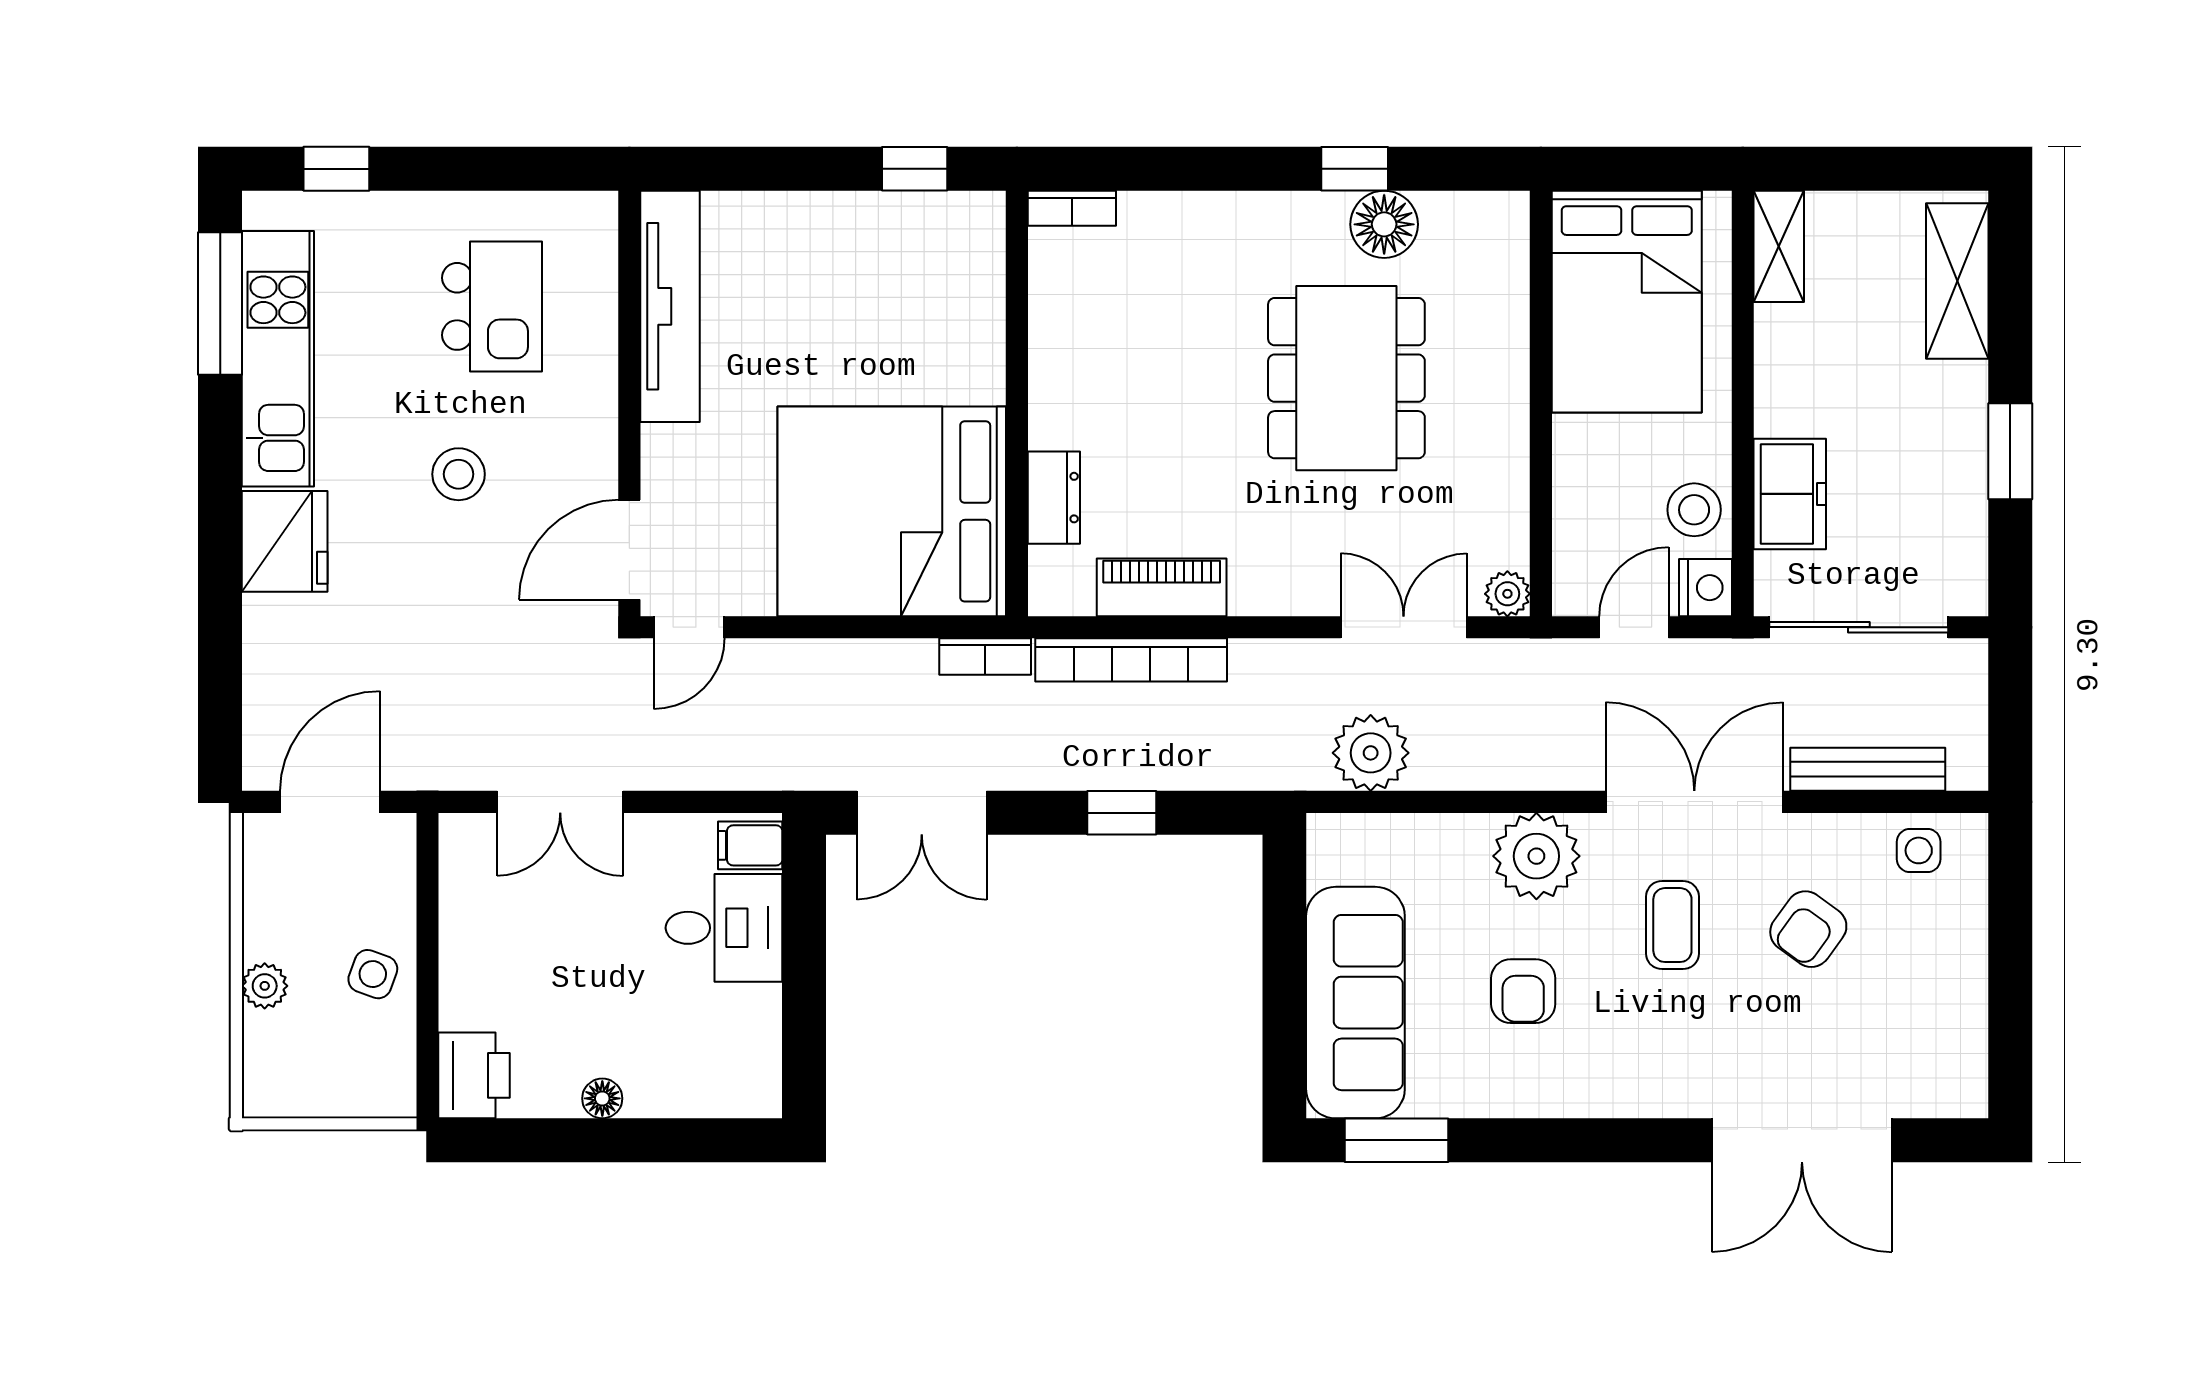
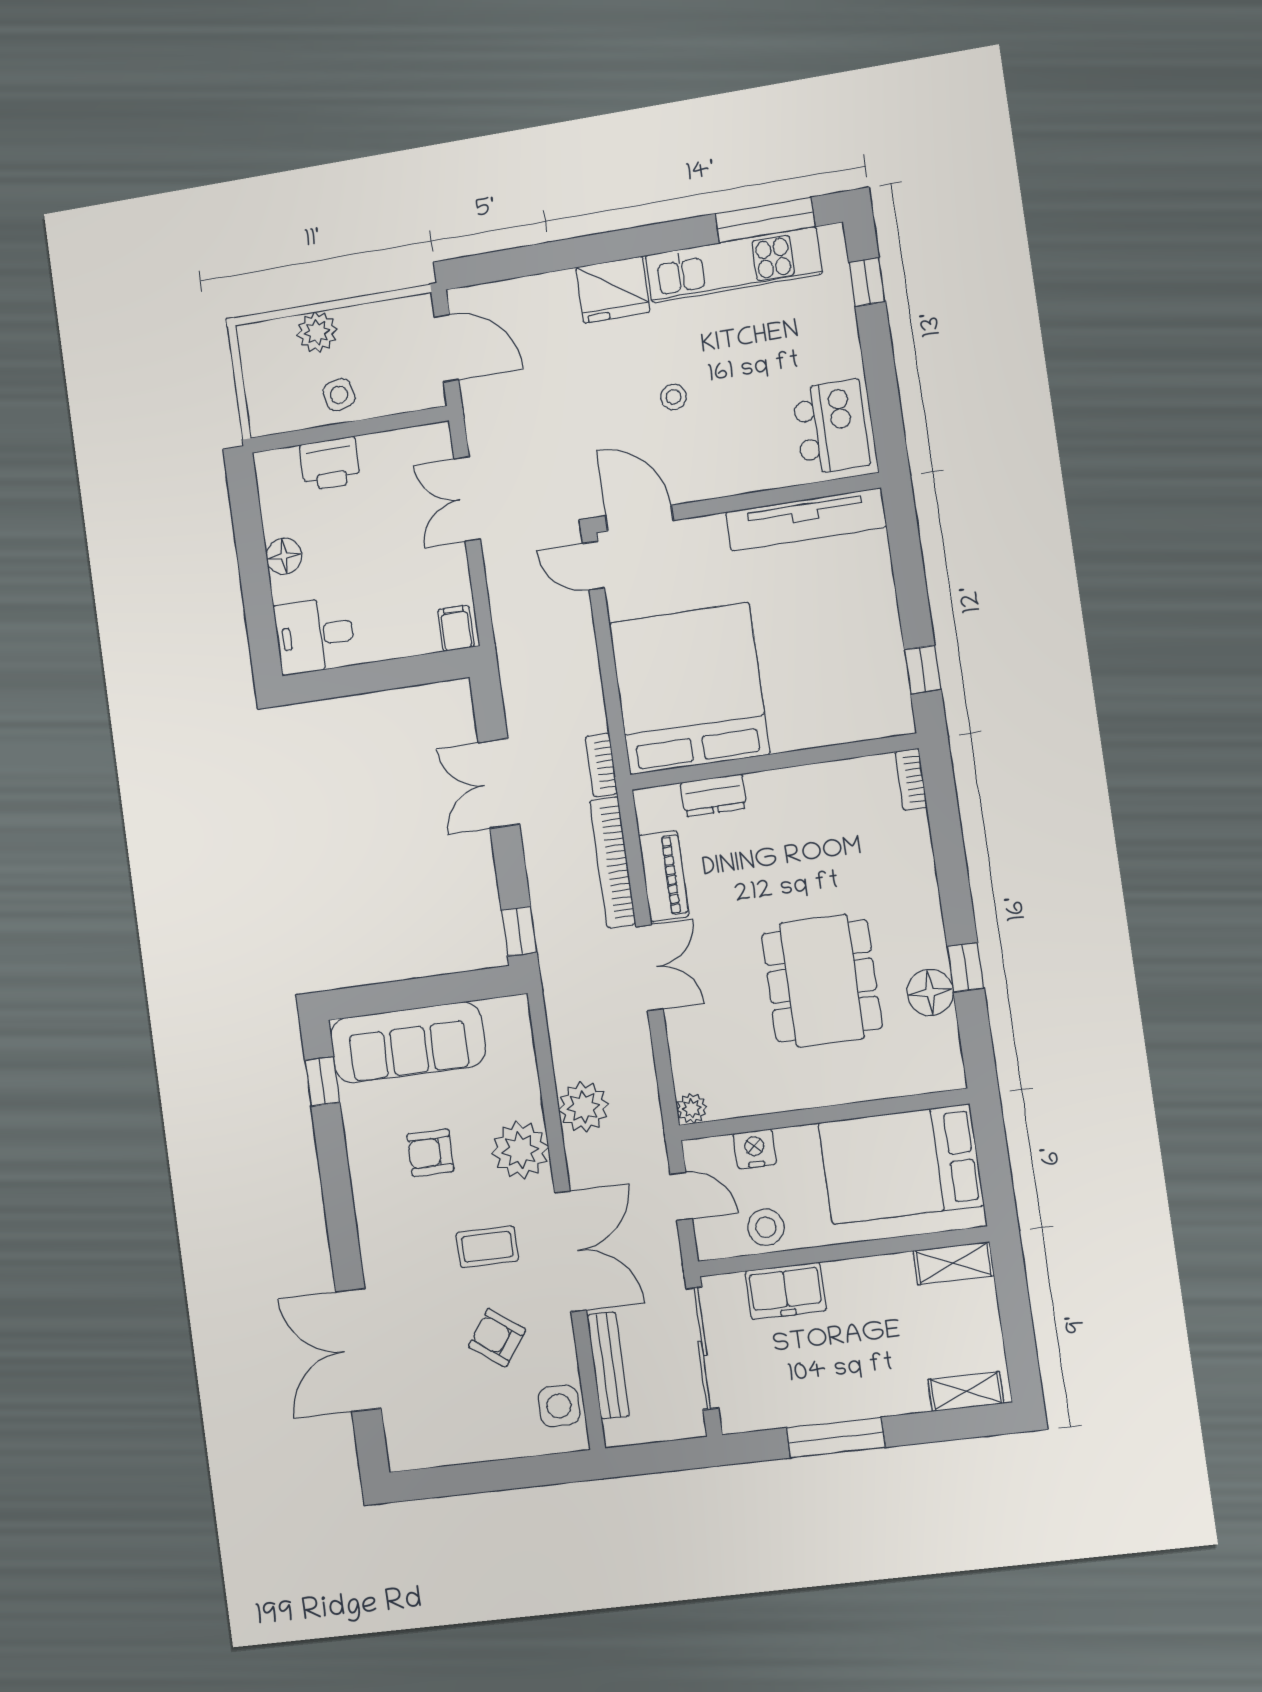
shelving: (1957, 281) -> (966, 1391), width x0.67, depth x0.75
kitchen island: (492, 306) -> (831, 427), moved, turned -90
dining table: (1346, 378) -> (822, 981), turned 90
window: (2010, 451) -> (836, 1438), width x1.44
stool: (459, 474) -> (674, 397), width x0.73, depth x0.73
nightstand: (1706, 588) -> (755, 1149), moved, turned 180
double door: (1404, 627) -> (649, 968), moved
plant: (1371, 753) -> (584, 1107), moved
double door: (922, 813) -> (499, 783), moved
window: (1122, 813) -> (519, 931), moved
side table: (1919, 850) -> (559, 1406), width x1.37, depth x1.37
desk: (724, 928) -> (315, 635), moved, turned 90
side table: (373, 974) -> (339, 395), turned -33
plant: (265, 986) -> (317, 332), width x1.38, depth x1.38
printer: (474, 1075) -> (330, 463), moved
floor lamp: (602, 1098) -> (284, 556), width x1.37, depth x1.37
window: (1397, 1140) -> (322, 1081), width x0.67

